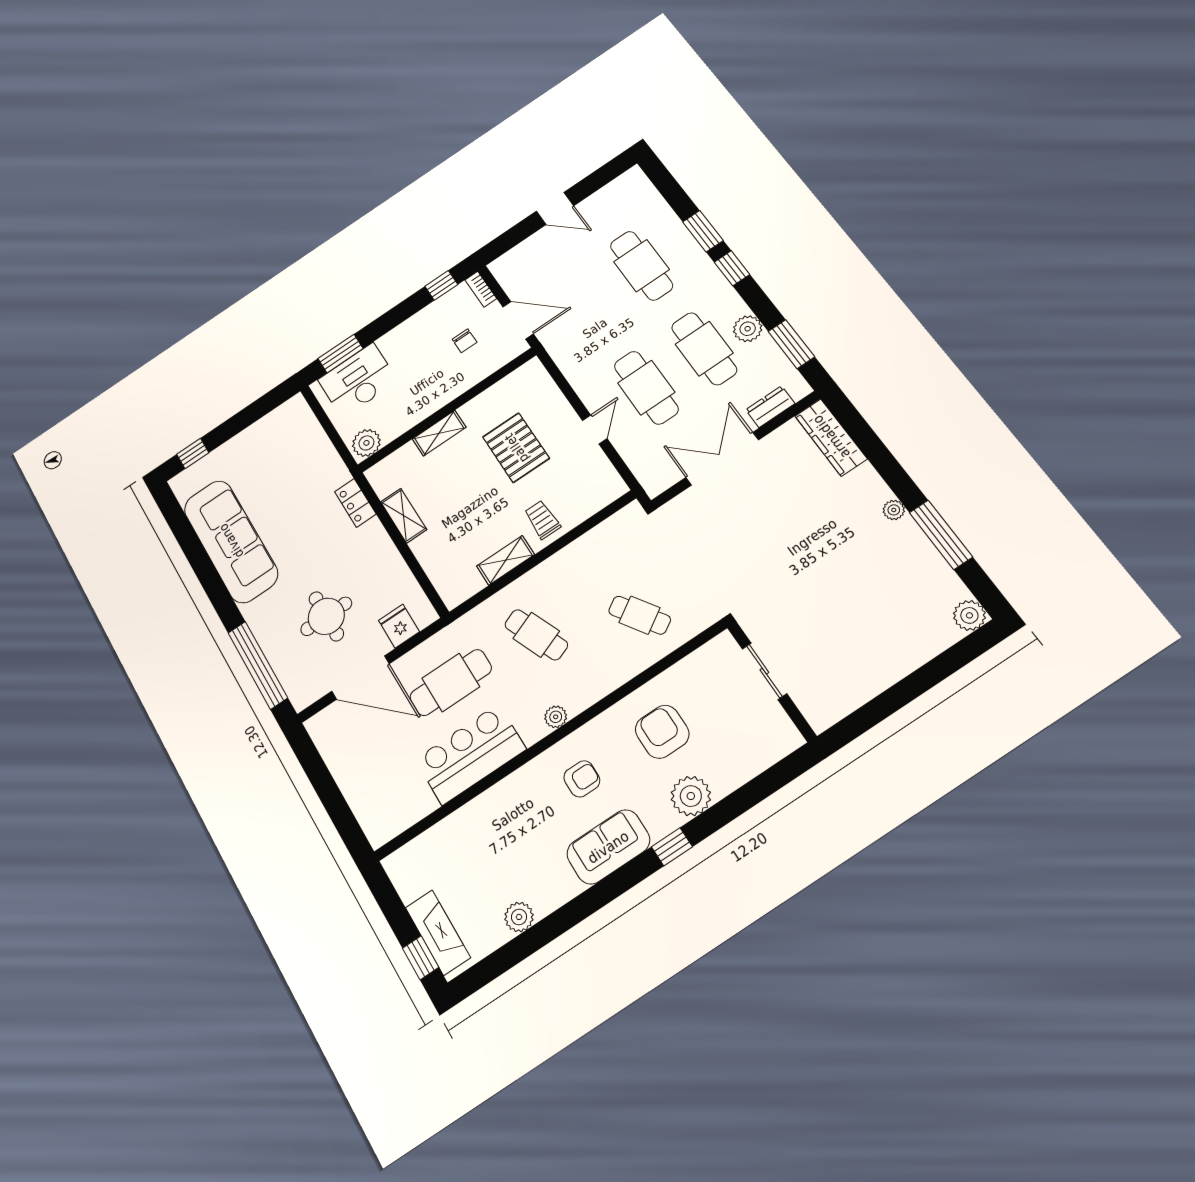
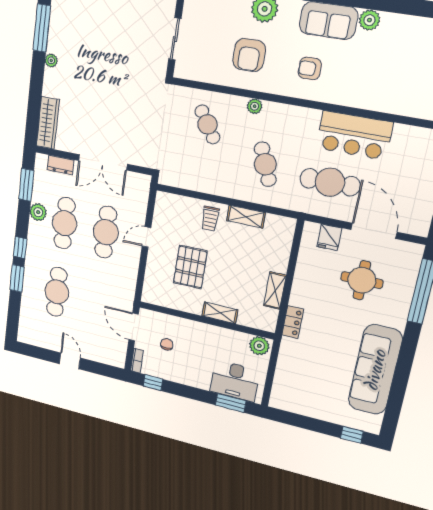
plant: (556, 717) -> (255, 106), moved
plant: (519, 917) -> (369, 20), moved

